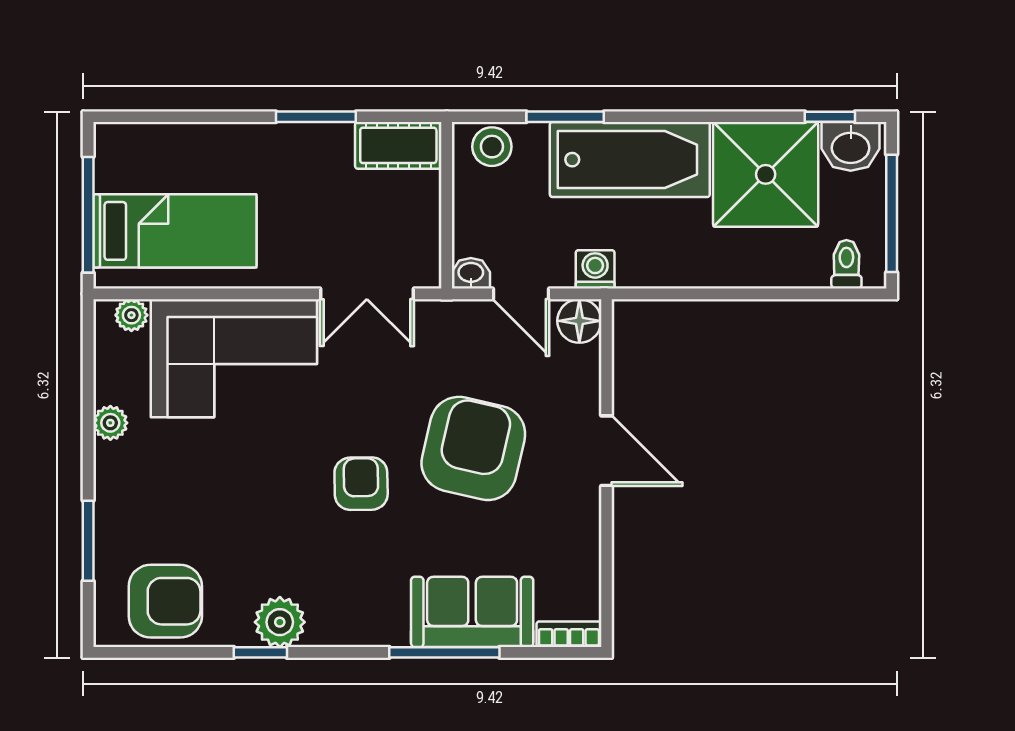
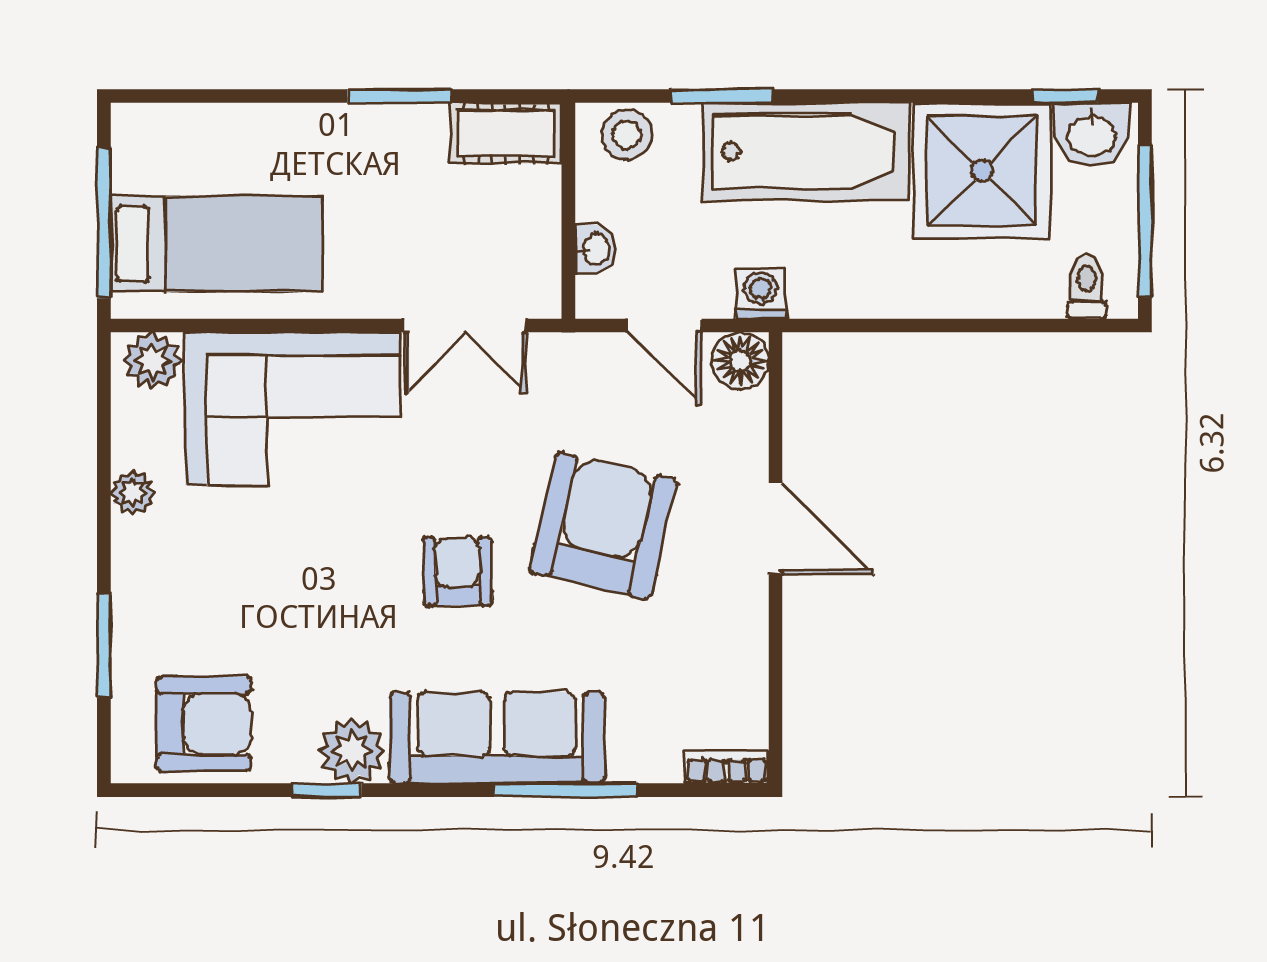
washbasin: (471, 273) -> (595, 249), moved, turned 90
plant: (131, 315) -> (152, 361), width x1.37, depth x1.37
sofa: (472, 612) -> (497, 738), moved, width x1.36

